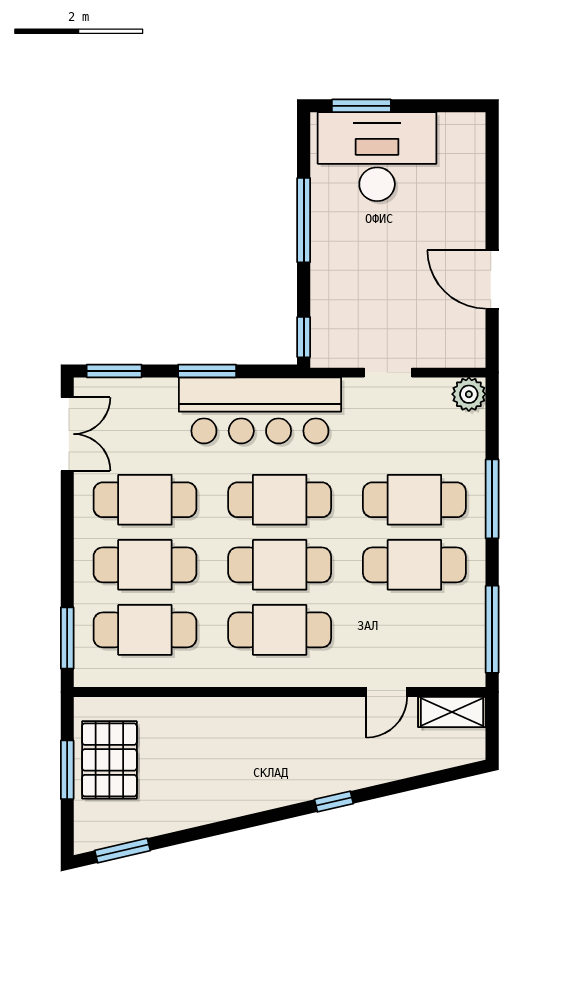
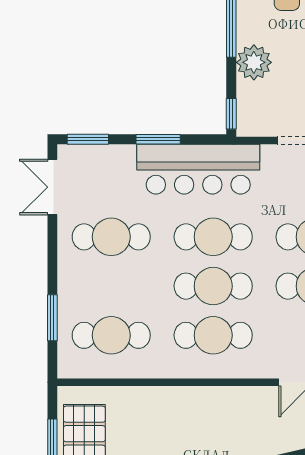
plant: (333, 269) -> (254, 62), added
double door: (67, 434) -> (52, 187), swing flipped
cafe table: (145, 565) -> (111, 286), removed
window: (67, 638) -> (52, 318), moved

